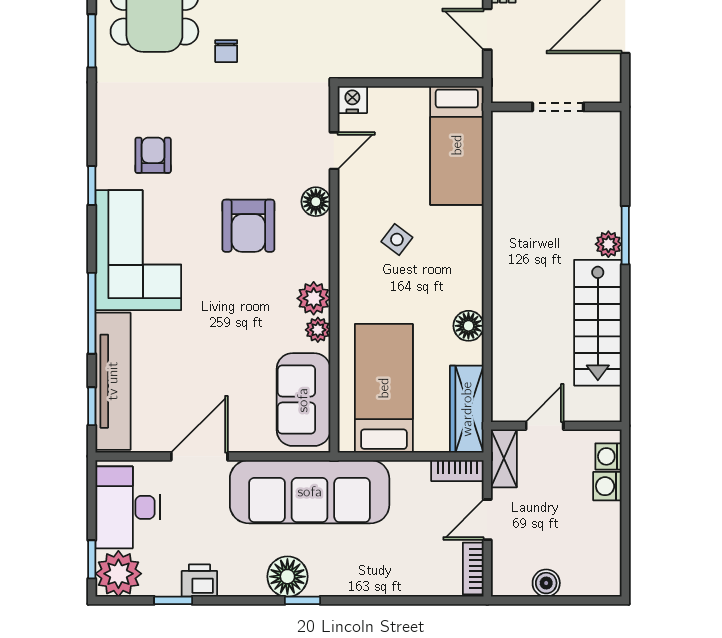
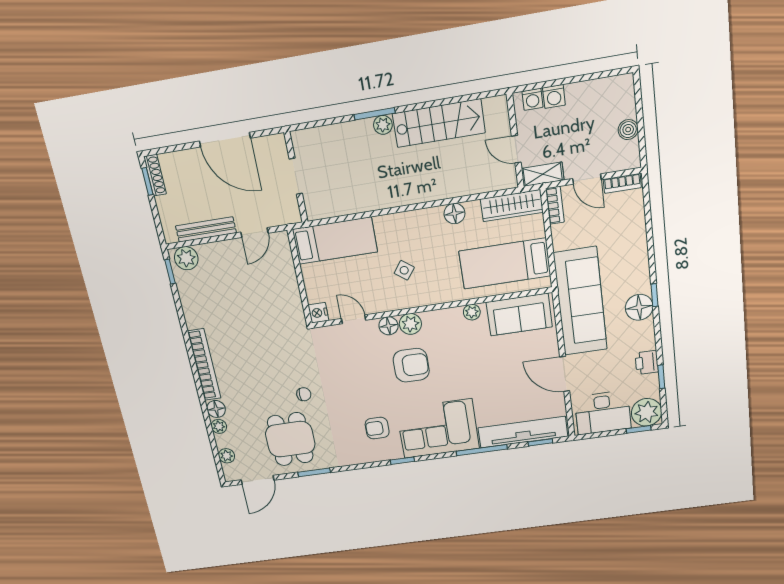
plant: (314, 298) -> (410, 324), moved

